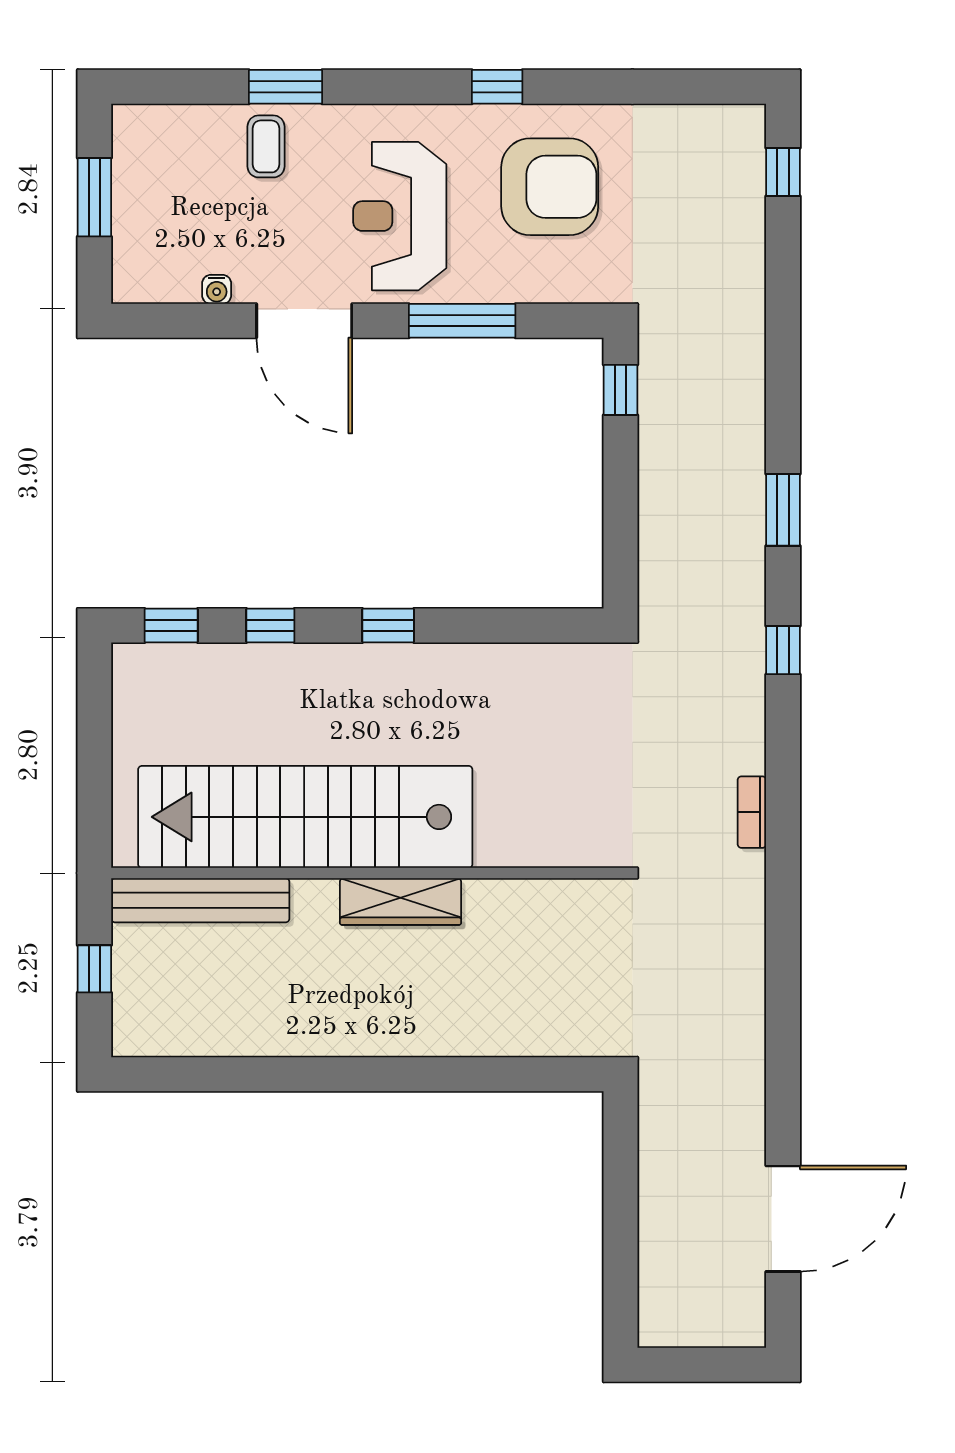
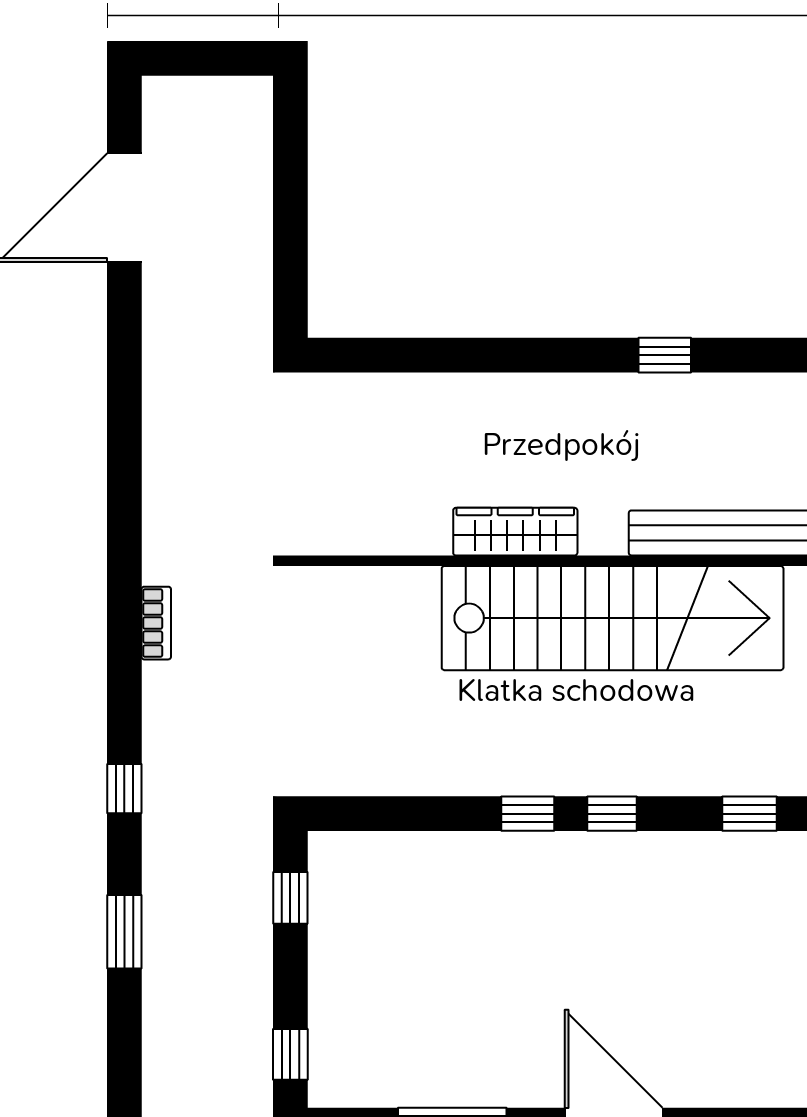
window: (621, 543) -> (290, 898), added
window: (270, 626) -> (612, 814), moved
window: (254, 1074) -> (665, 355), added

